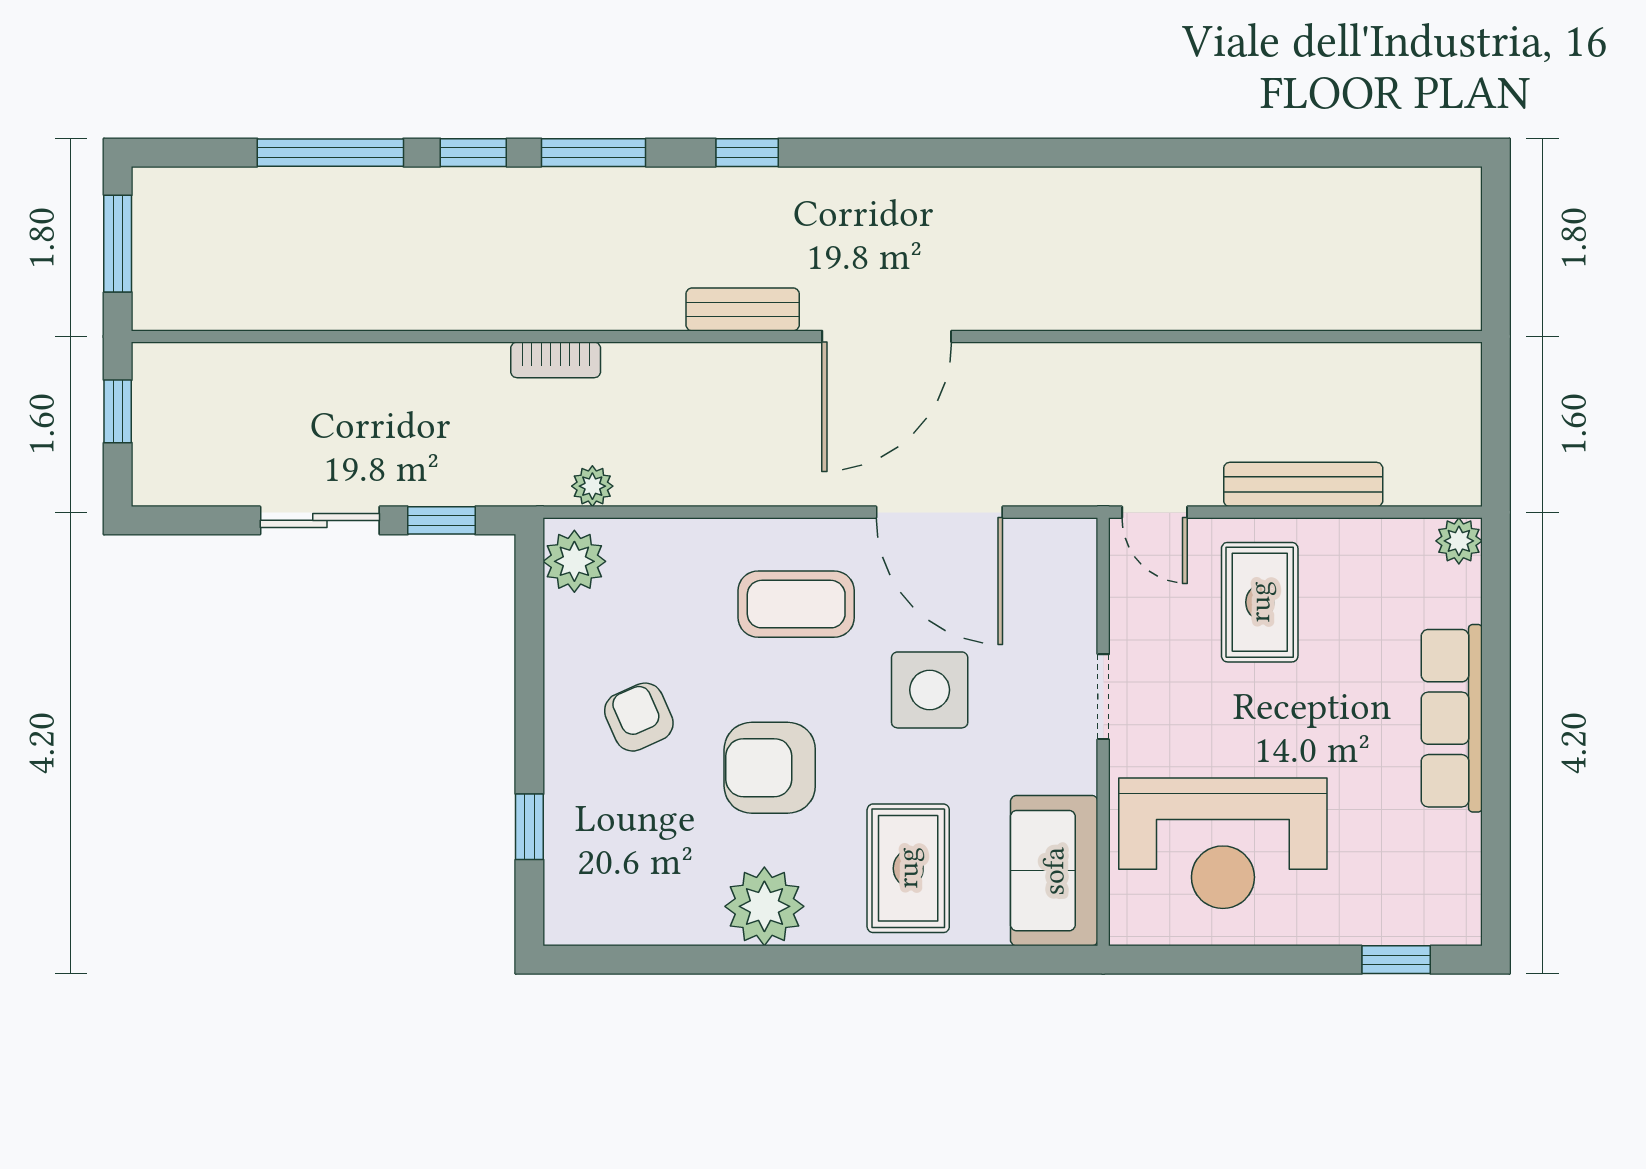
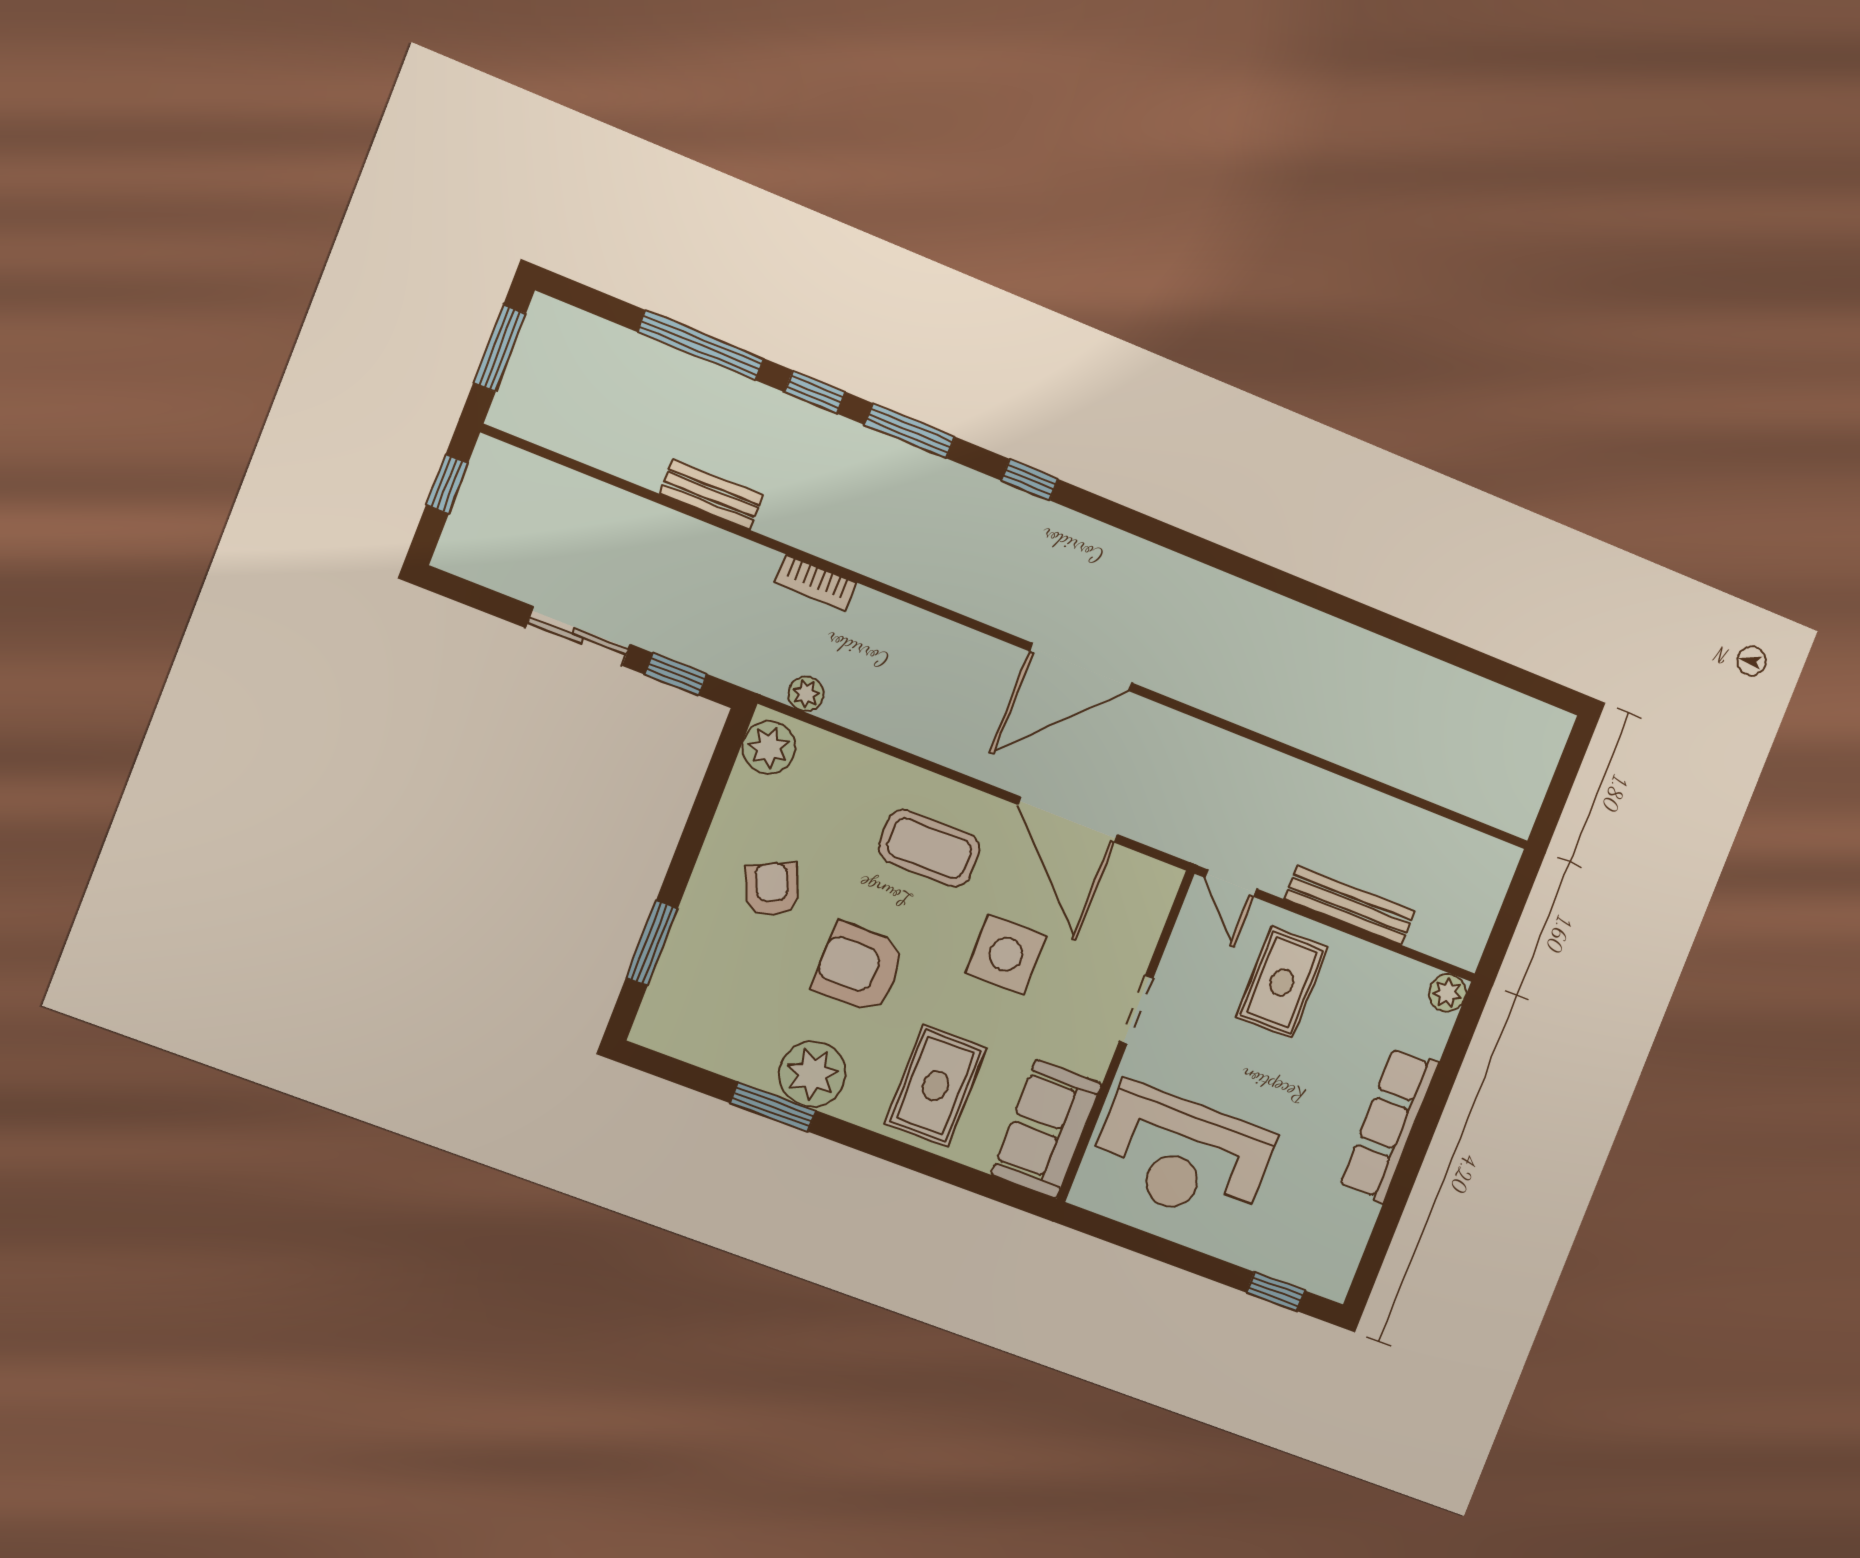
bench: (743, 309) -> (711, 495), moved
window: (529, 827) -> (652, 943), width x1.50
window: (735, 960) -> (773, 1107), added

